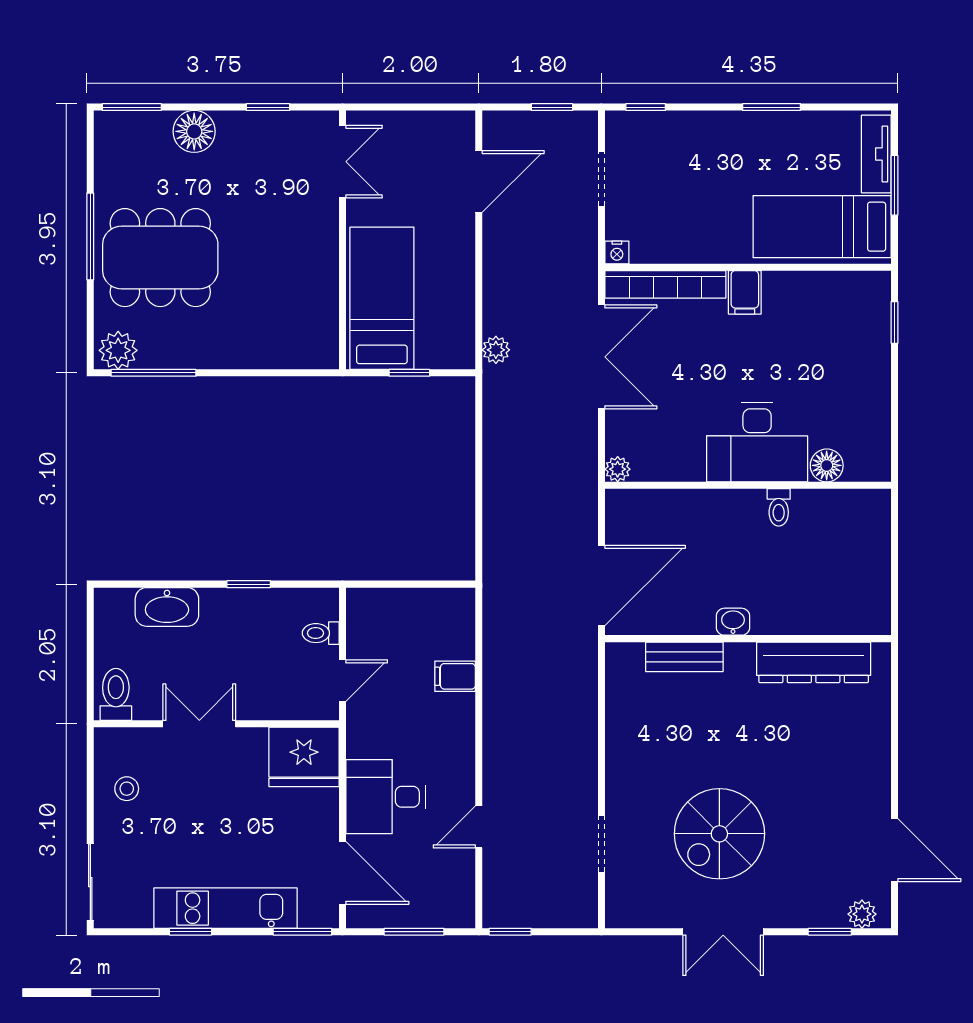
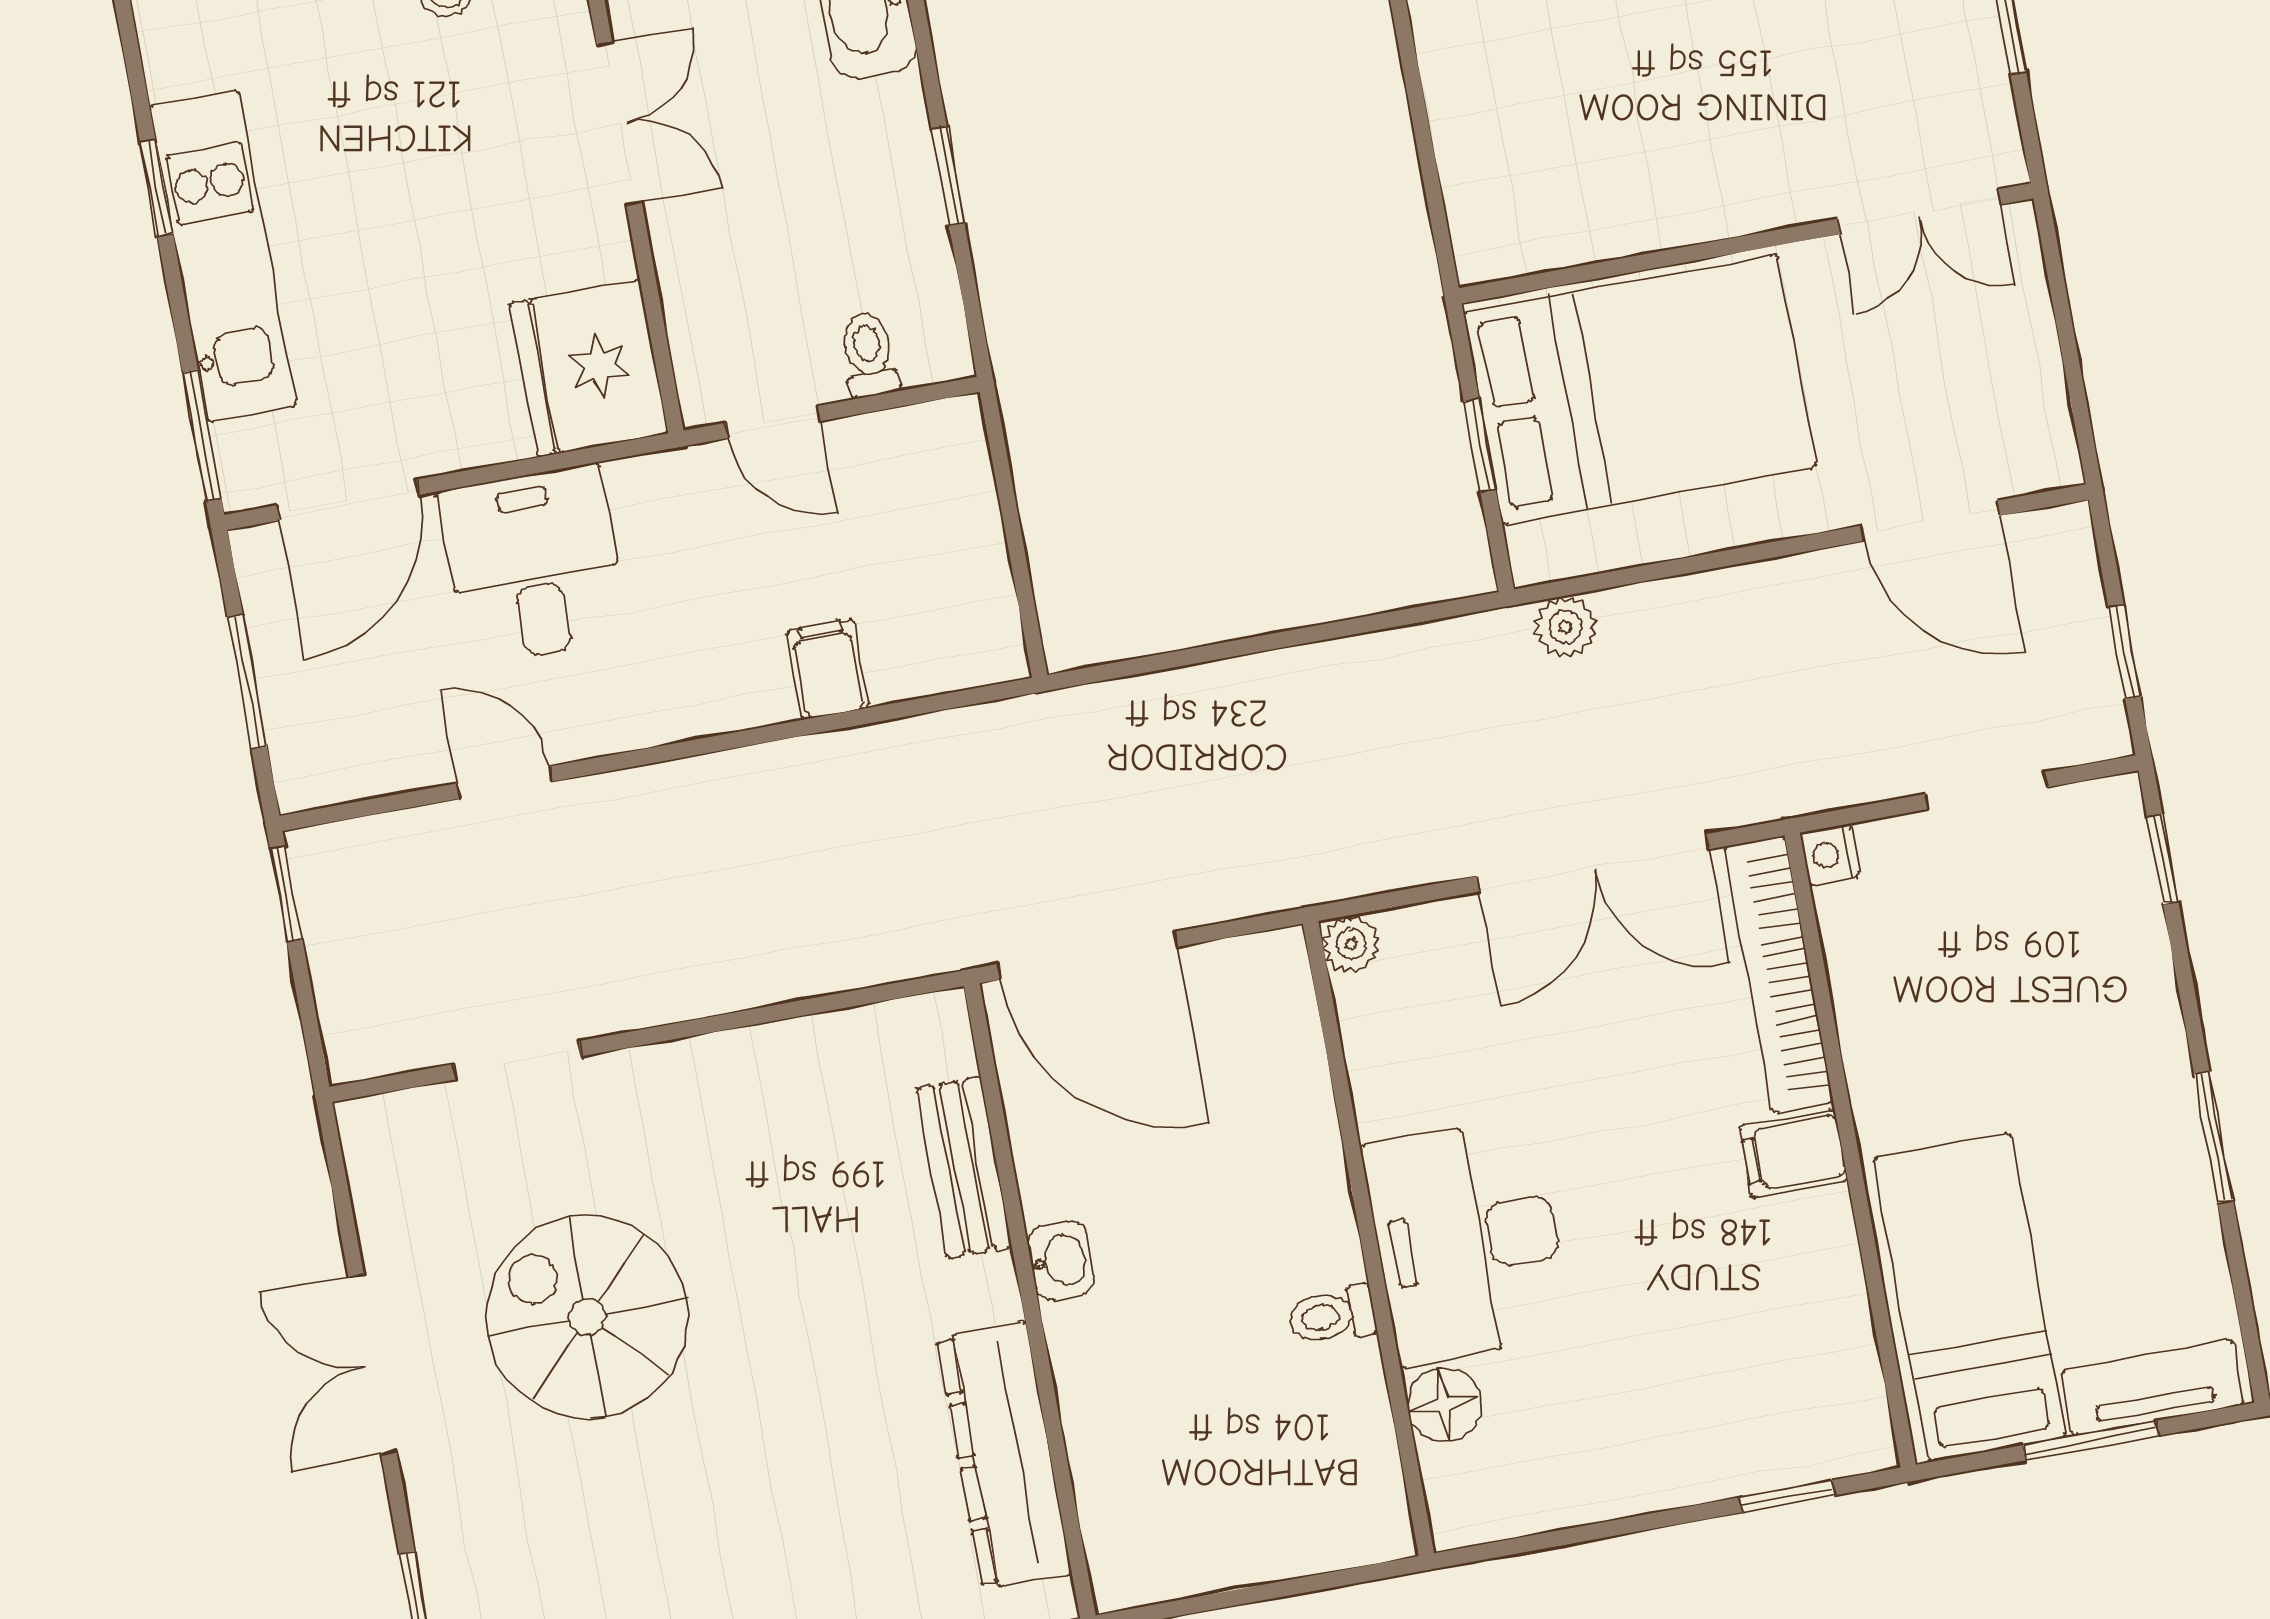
bed: (382, 298) -> (1640, 390), width x1.50

